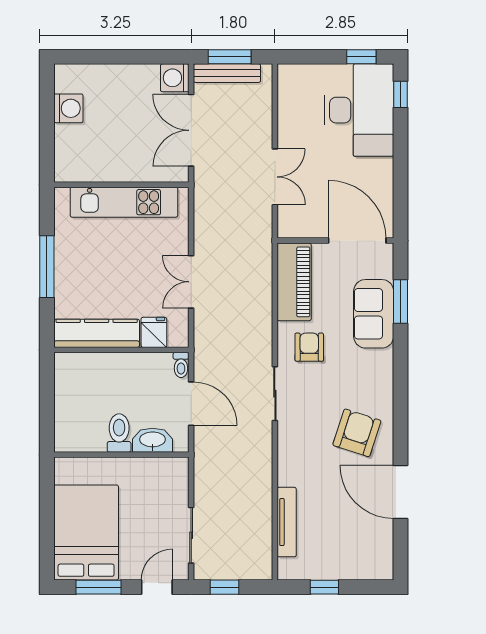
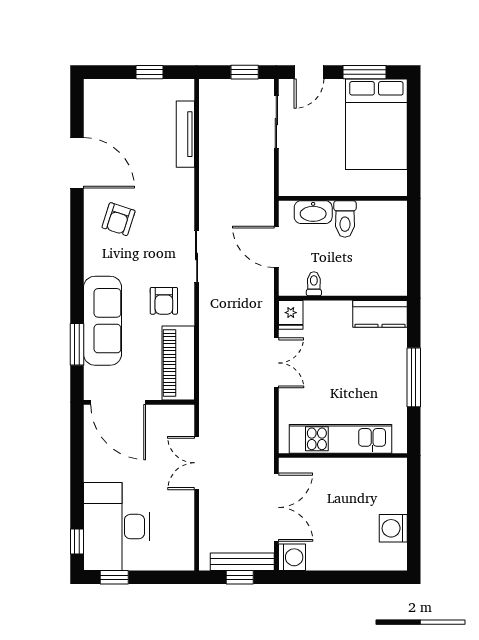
window: (230, 57) -> (240, 577), width x0.67
sofa: (374, 314) -> (103, 321), width x1.36
fridge: (154, 332) -> (291, 315), moved
kitchen counter: (97, 333) -> (380, 314), width x0.67
toilet: (181, 365) -> (314, 284), moved
armchair: (357, 433) -> (118, 219), width x0.72, depth x0.72

